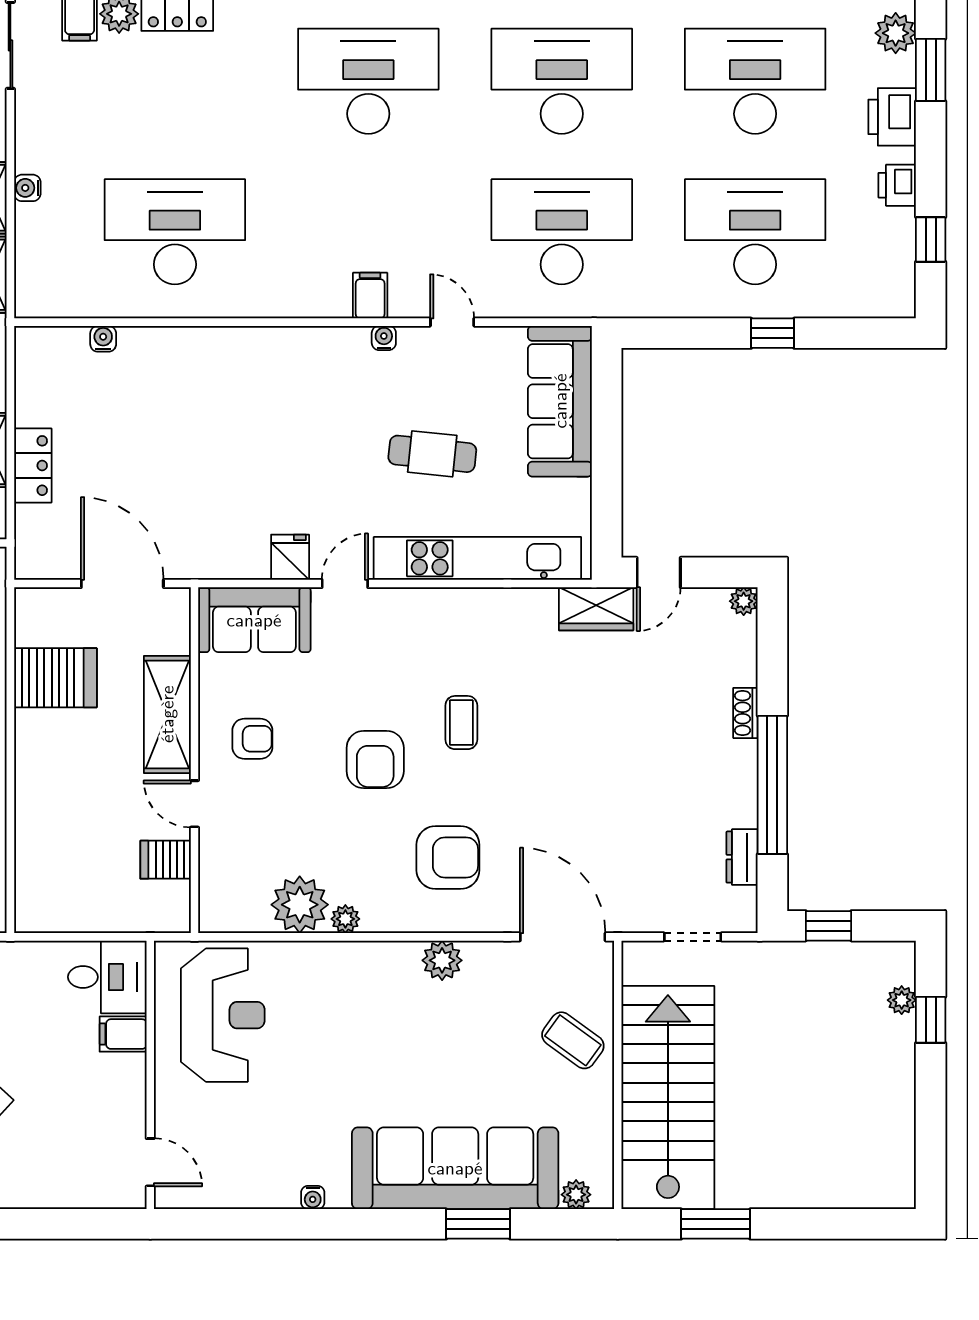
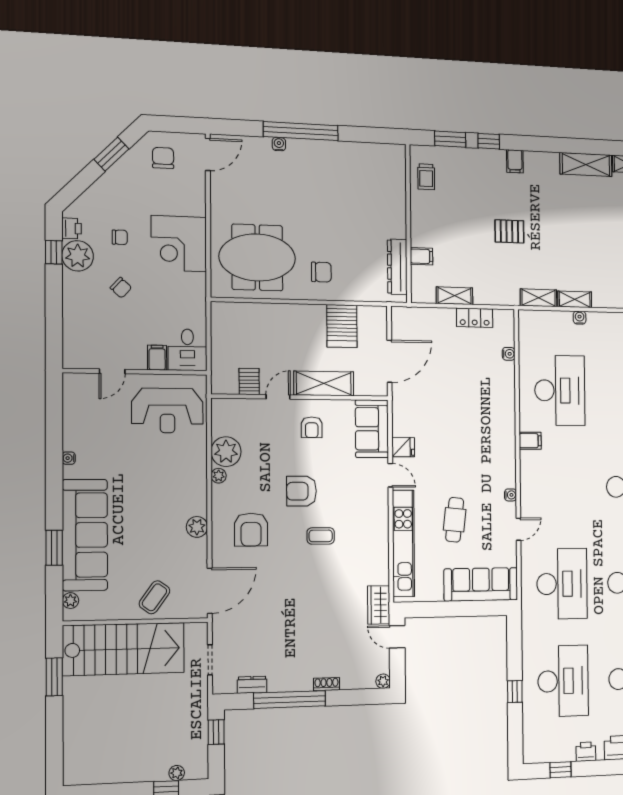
filing cabinet: (370, 296) -> (530, 441), moved
locker: (33, 466) -> (475, 318), moved
door: (150, 1162) -> (112, 371), moved

